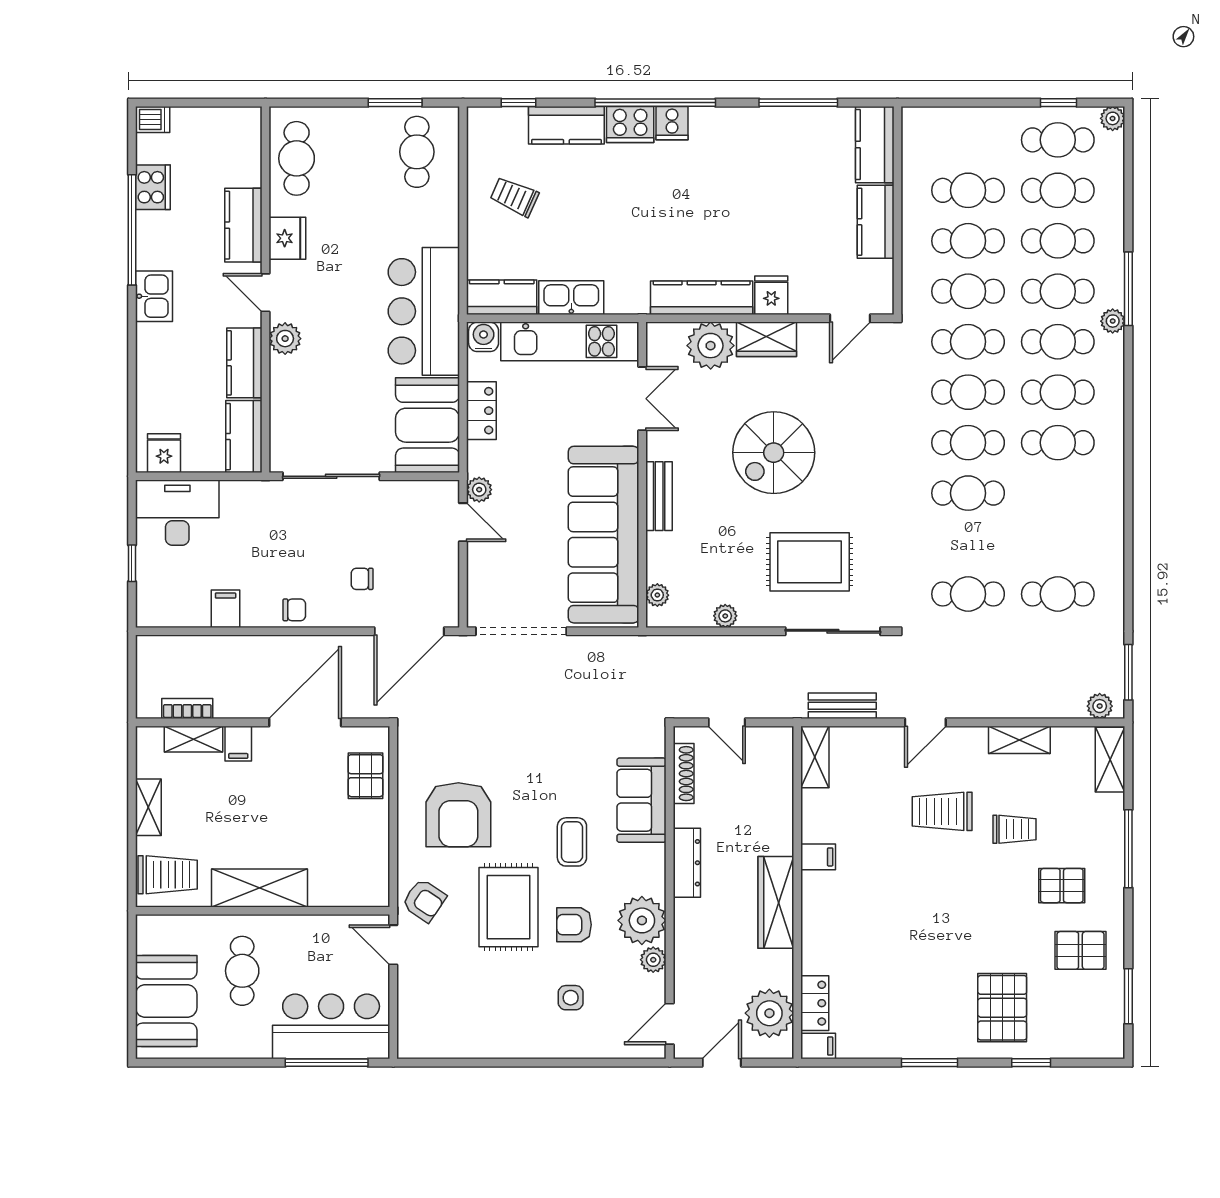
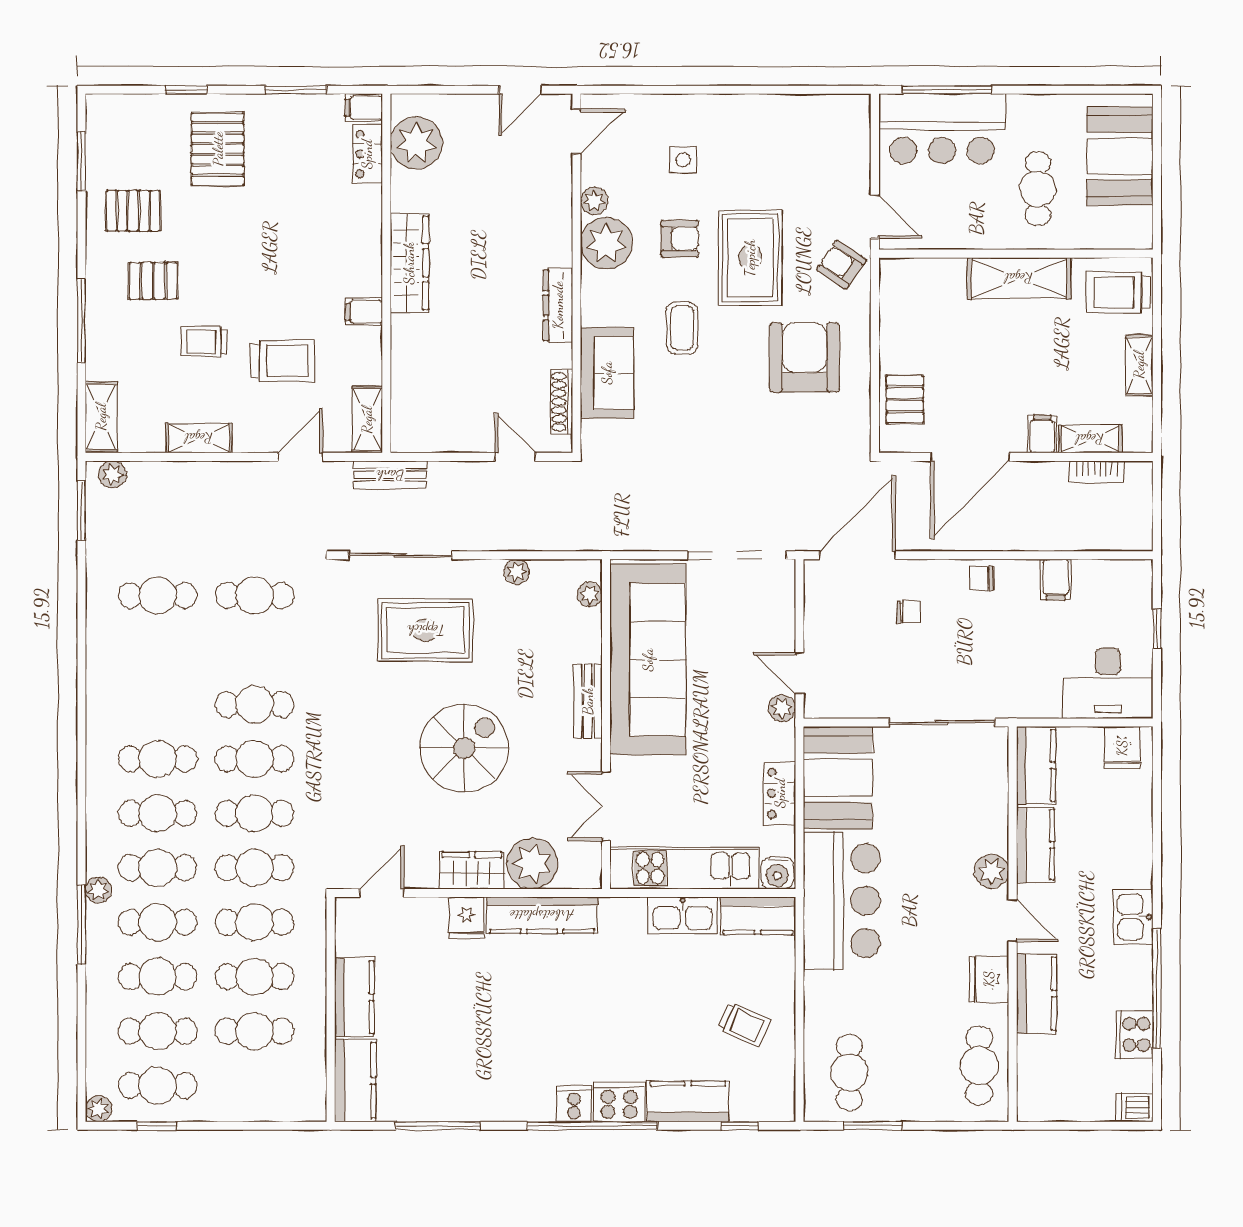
shelving: (815, 757) -> (367, 420), moved
filing cabinet: (818, 857) -> (364, 312), moved
wall: (797, 893) -> (386, 273), moved
wardrobe: (776, 902) -> (409, 263), moved
locker: (815, 1003) -> (367, 154), moved
plant: (769, 1013) -> (416, 143), moved
filing cabinet: (818, 1046) -> (364, 108), moved

